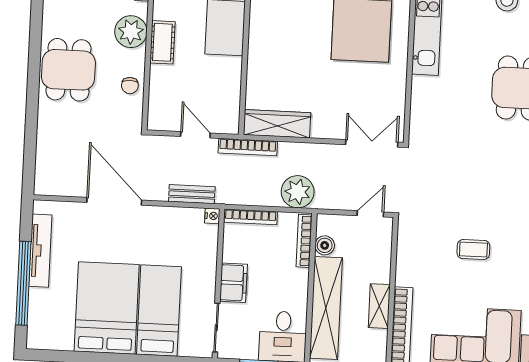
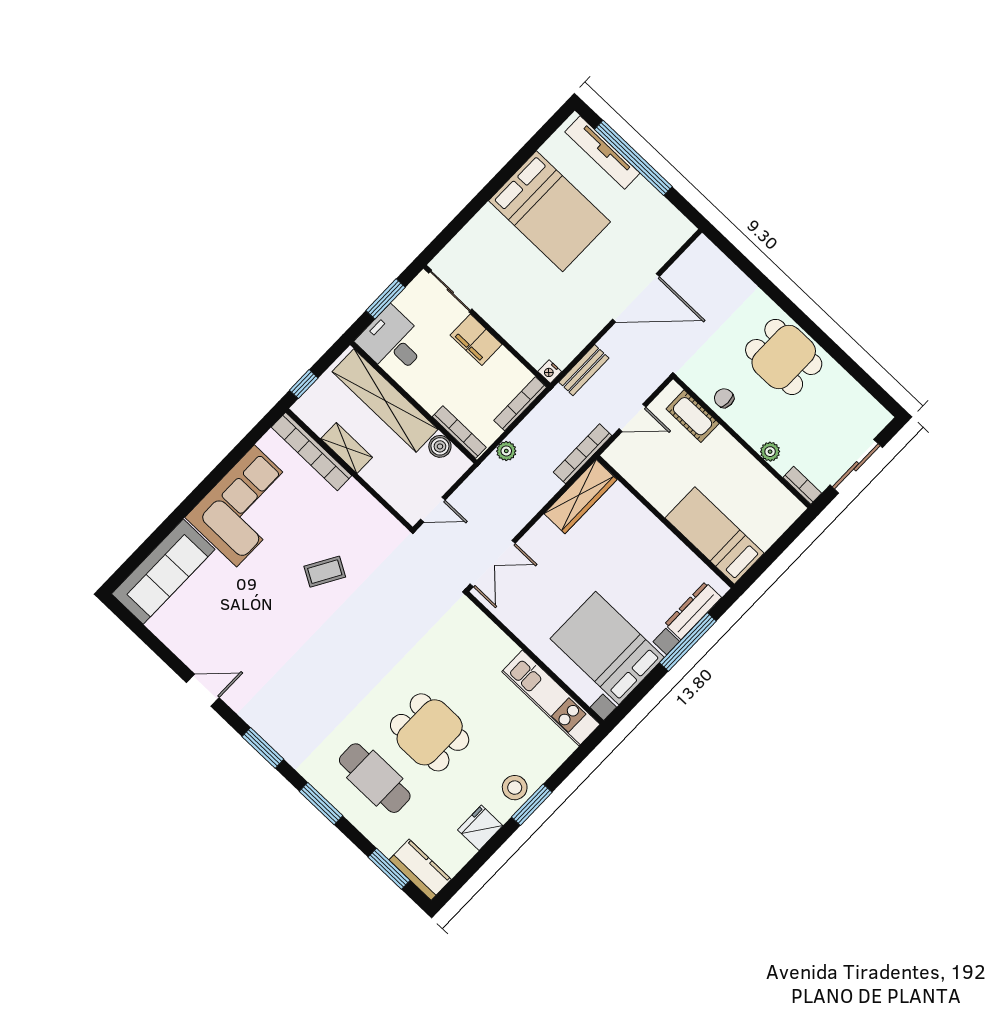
plant: (131, 32) -> (770, 452), width x0.53, depth x0.53
cot: (162, 42) -> (693, 416), moved
plant: (298, 192) -> (506, 451), width x0.53, depth x0.53
door: (370, 214) -> (433, 510), hinge flipped
coffee table: (473, 250) -> (325, 572), turned 30
tv unit: (40, 251) -> (602, 153), moved
bed: (159, 311) -> (508, 254), removed

